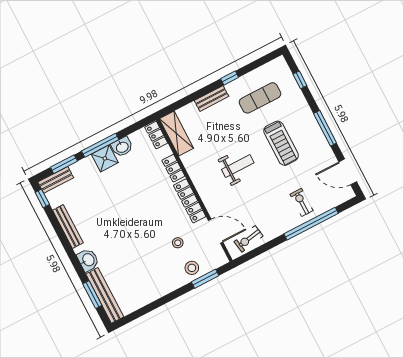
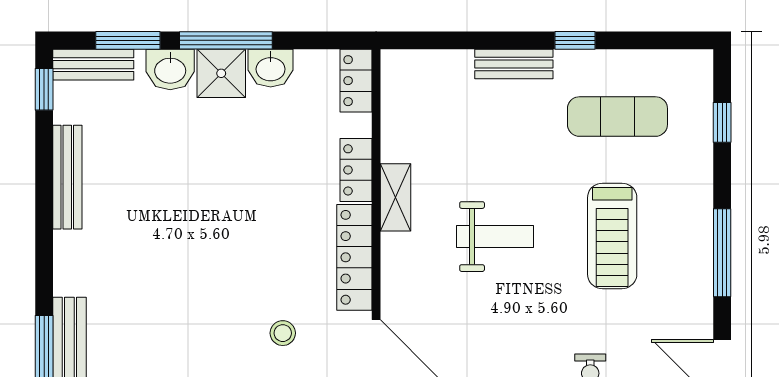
shelving: (176, 134) -> (395, 197), moved, width x0.67, depth x0.75
washbasin: (88, 260) -> (170, 70), moved, turned 90

